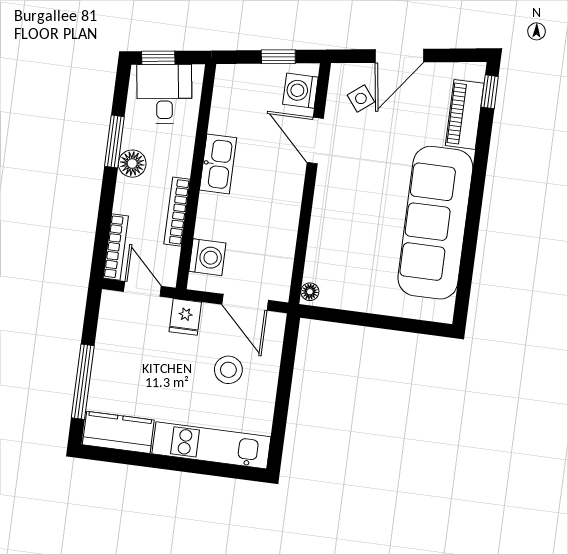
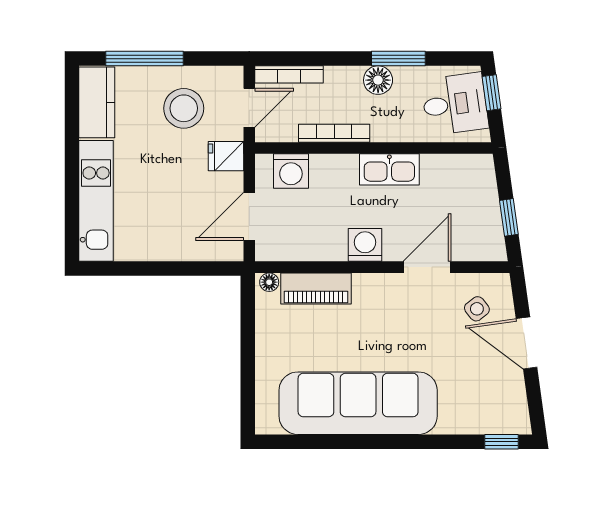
washing machine: (300, 91) -> (365, 245), moved
piano: (465, 114) -> (316, 289), moved, turned 180
stool: (228, 370) -> (184, 108), moved, width x1.38, depth x1.38

